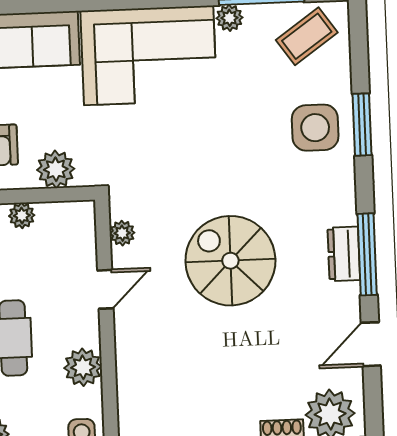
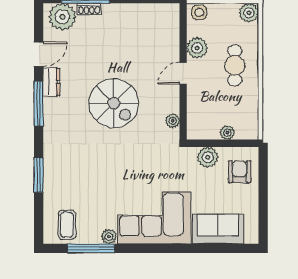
coffee table: (307, 36) -> (67, 225), turned -55
side table: (315, 128) -> (64, 174), removed
dresser: (344, 254) -> (51, 82), moved
door: (105, 289) -> (183, 73), moved

